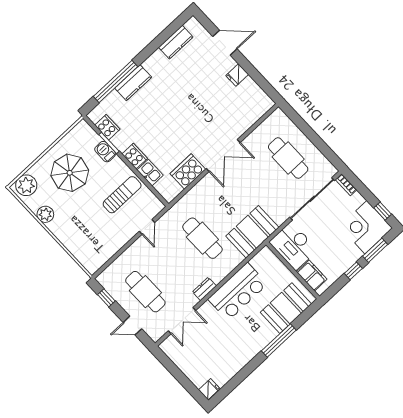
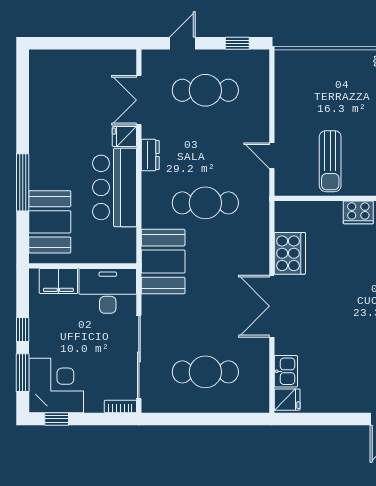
fridge: (237, 75) -> (287, 400), moved, turned 90
kitchen sink: (150, 173) -> (286, 371), moved, turned -90
fridge: (209, 389) -> (124, 136), moved, turned 90

